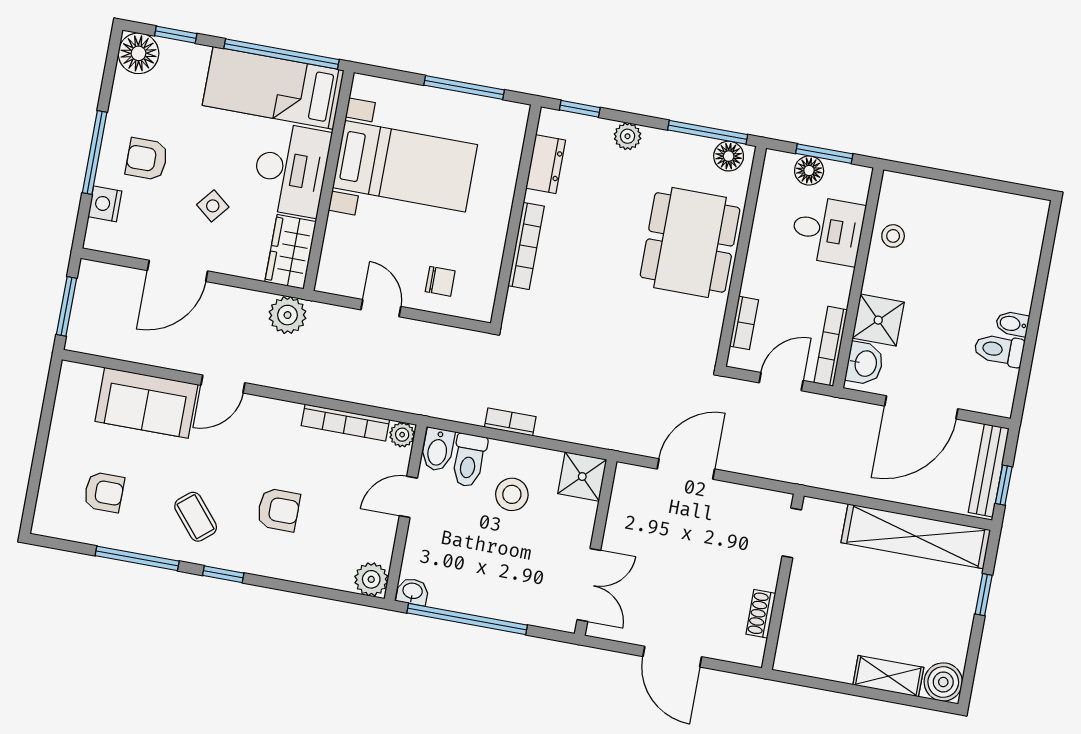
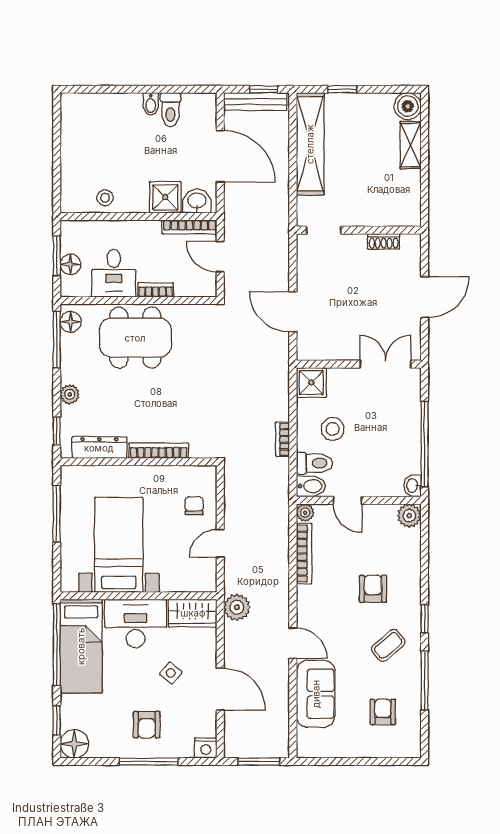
dresser: (546, 164) -> (99, 448), width x1.44
nightstand: (105, 204) -> (206, 748), moved
desk: (828, 230) -> (114, 273), moved, turned 180
bookcase: (744, 323) -> (156, 290), moved

